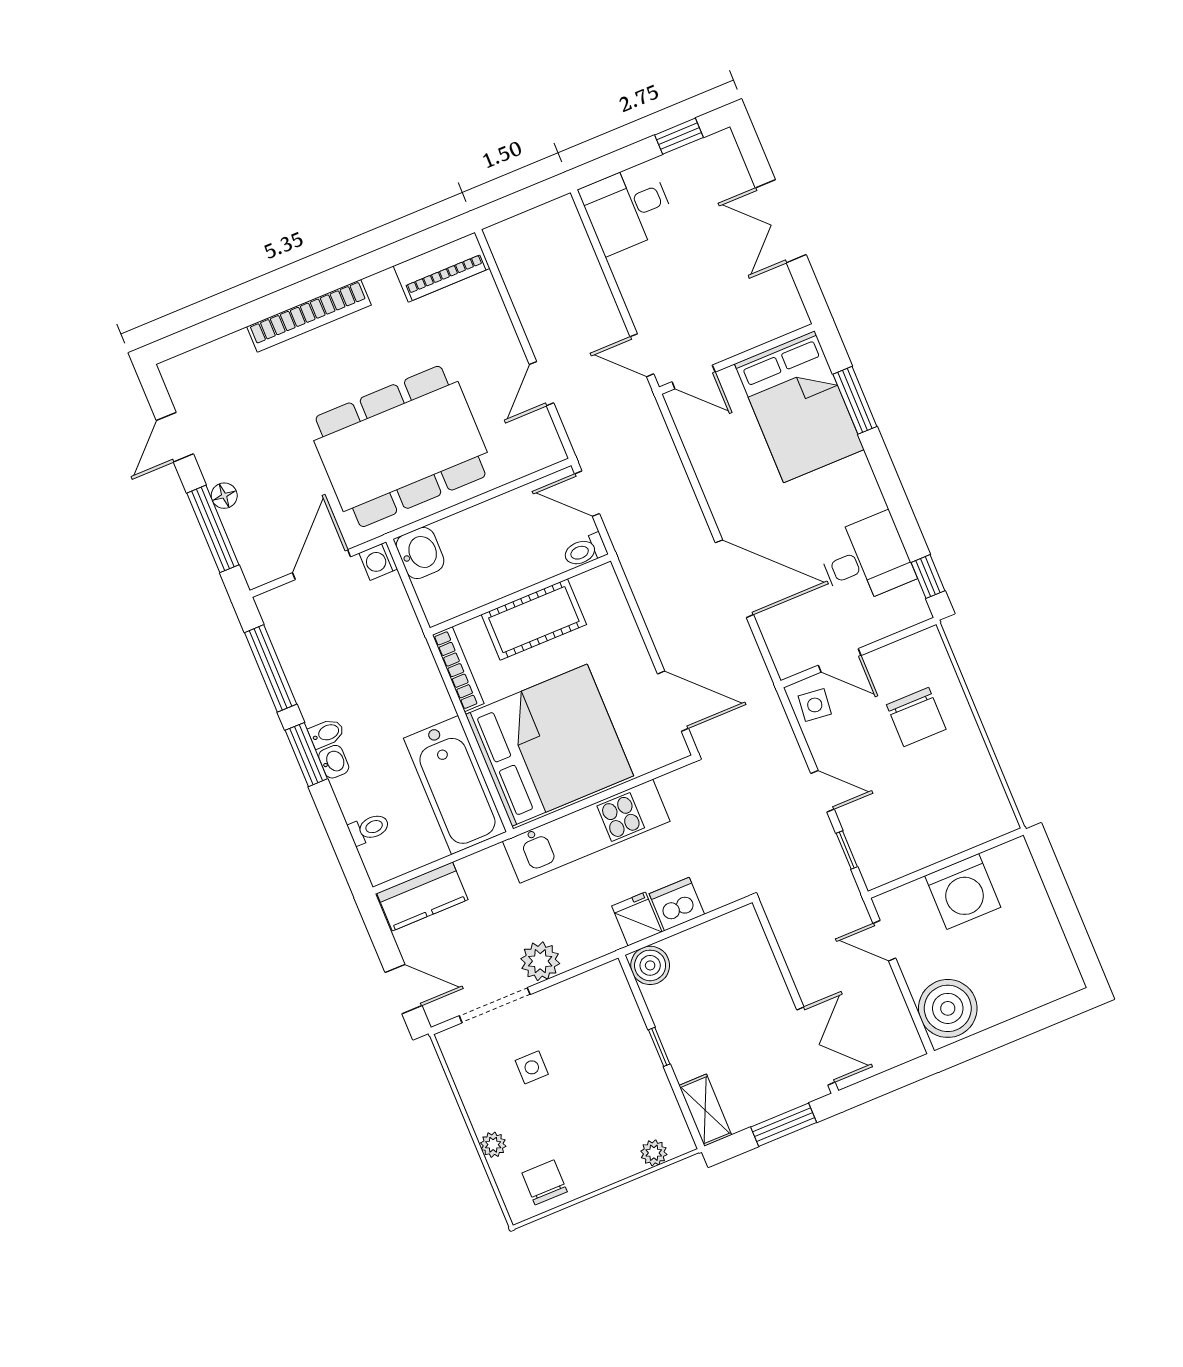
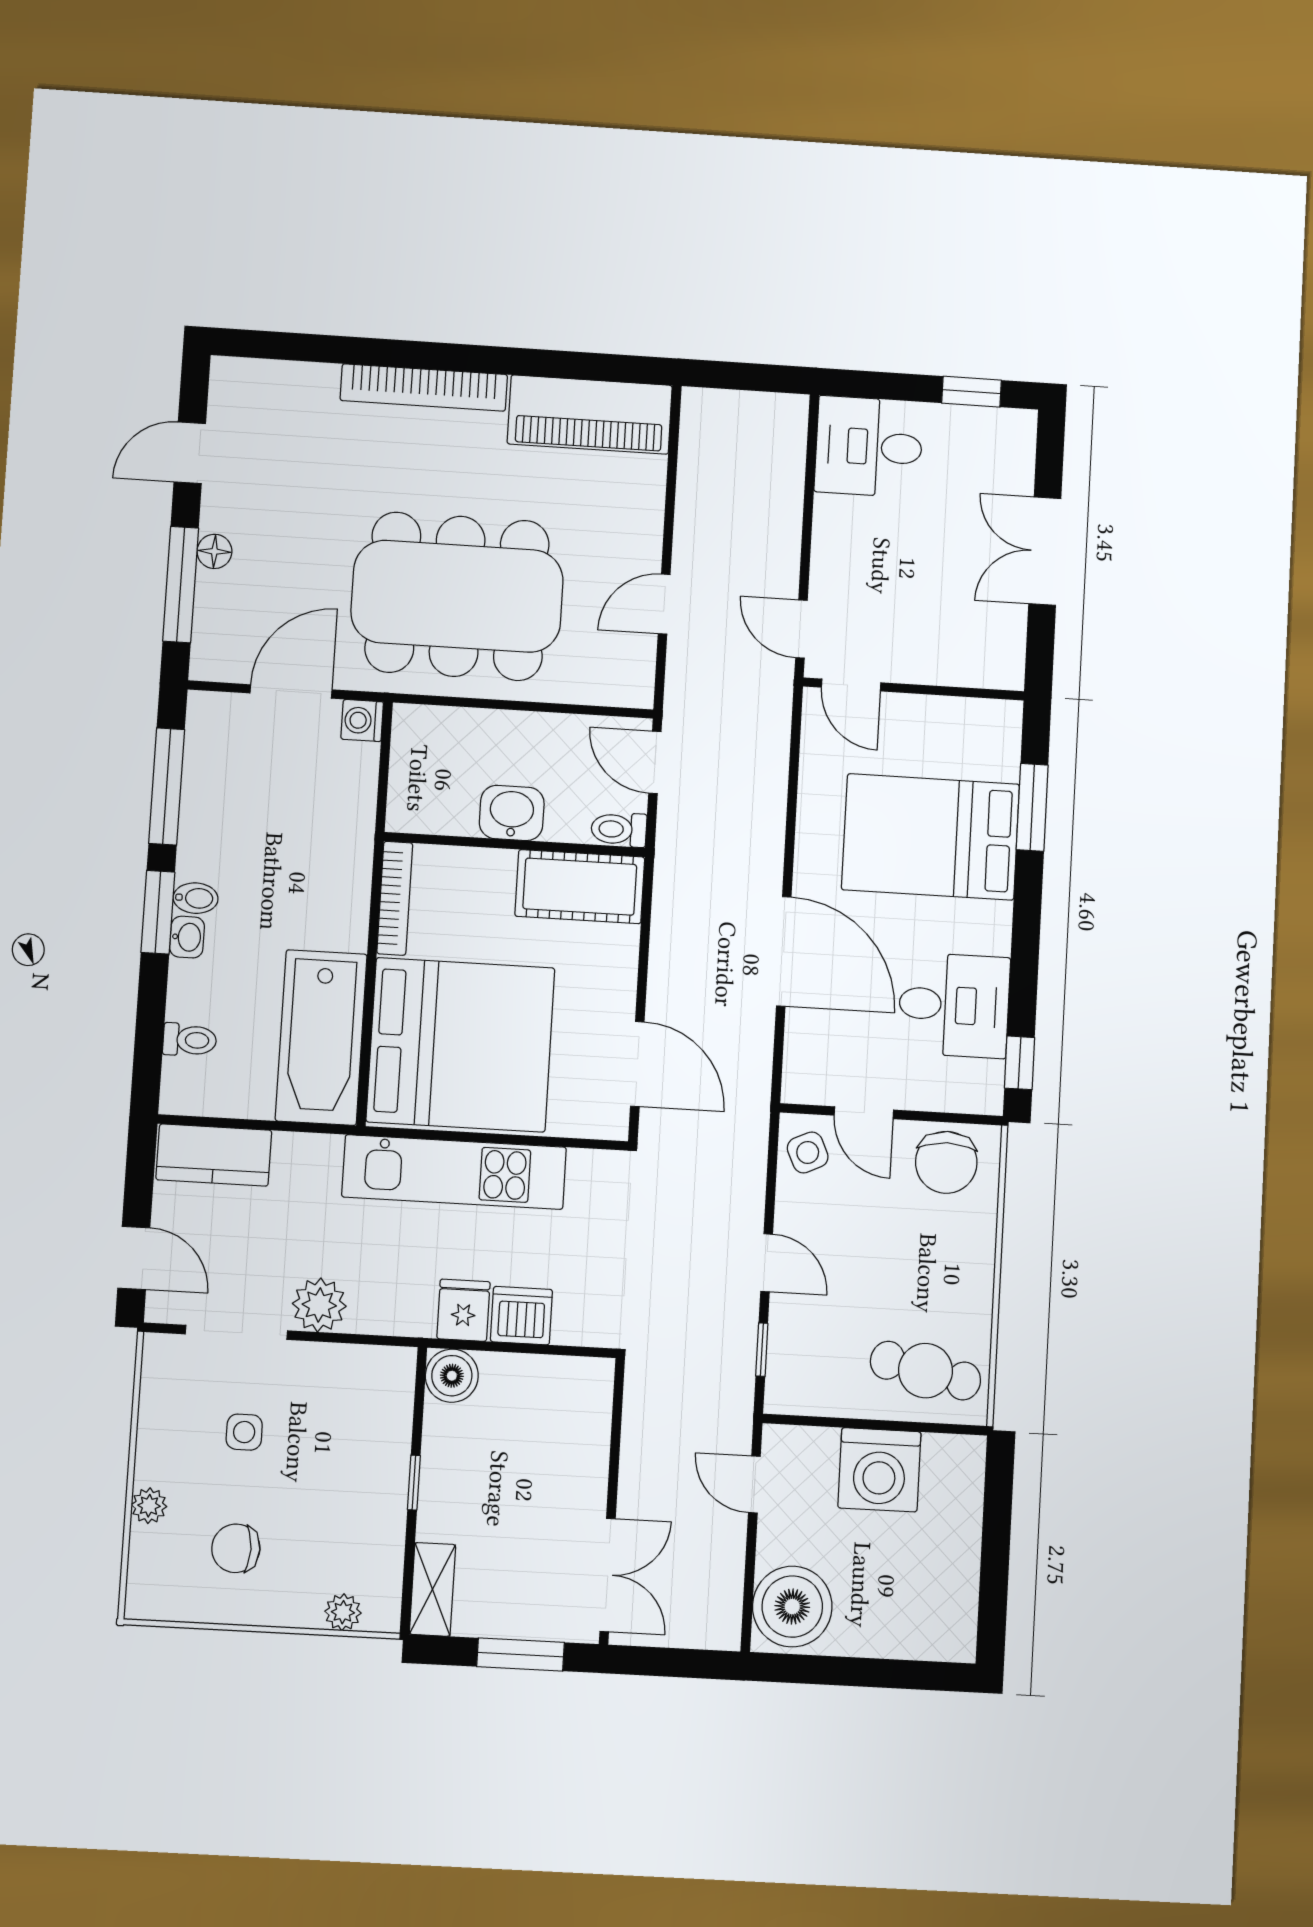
piano: (442, 267) -> (590, 415), width x1.37, depth x1.33
bed: (799, 407) -> (931, 837), moved, turned 90
washbasin: (420, 553) -> (512, 813), moved, turned -90
cot: (534, 620) -> (580, 887), moved
side table: (815, 705) -> (808, 1152), turned -31
chair: (916, 717) -> (946, 1162), moved
cafe table: (962, 812) -> (926, 1371), added
chair: (545, 1182) -> (236, 1548), moved, turned -90

